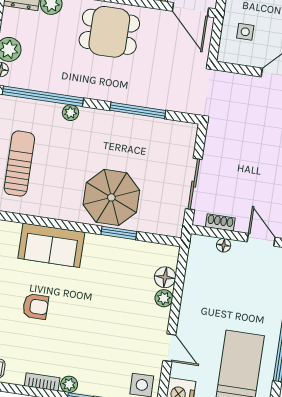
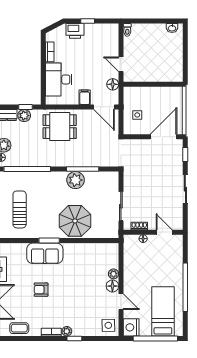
plant: (71, 113) -> (76, 180), moved, width x1.88, depth x1.88
window: (119, 233) -> (49, 241), moved
floor lamp: (165, 277) -> (112, 286), moved
armchair: (36, 306) -> (41, 290), turned 180

